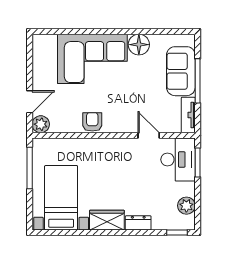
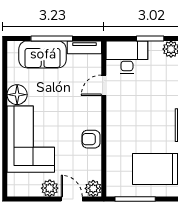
plant: (41, 79) -> (50, 188), added
window: (198, 162) -> (150, 38), moved

